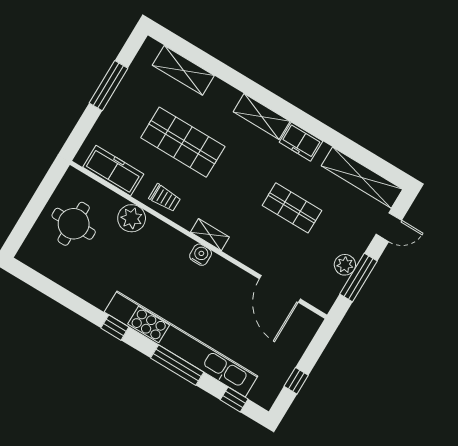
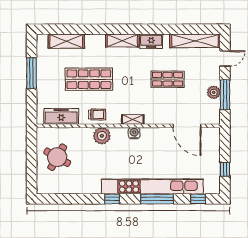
plant: (132, 218) -> (102, 136), moved
round table: (74, 224) -> (57, 157), turned 30

